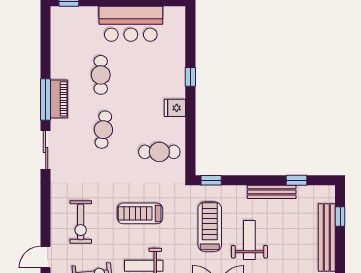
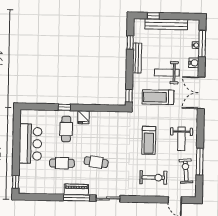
cafe table: (159, 152) -> (66, 129), moved

